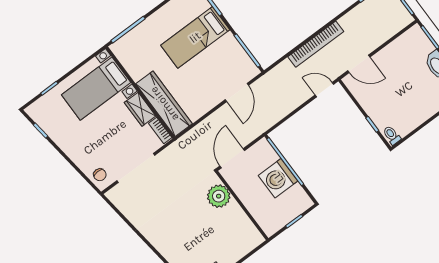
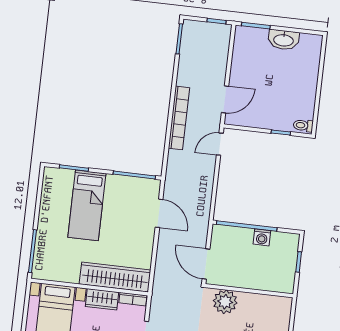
washing machine: (278, 178) -> (262, 237), width x0.53, depth x0.53

